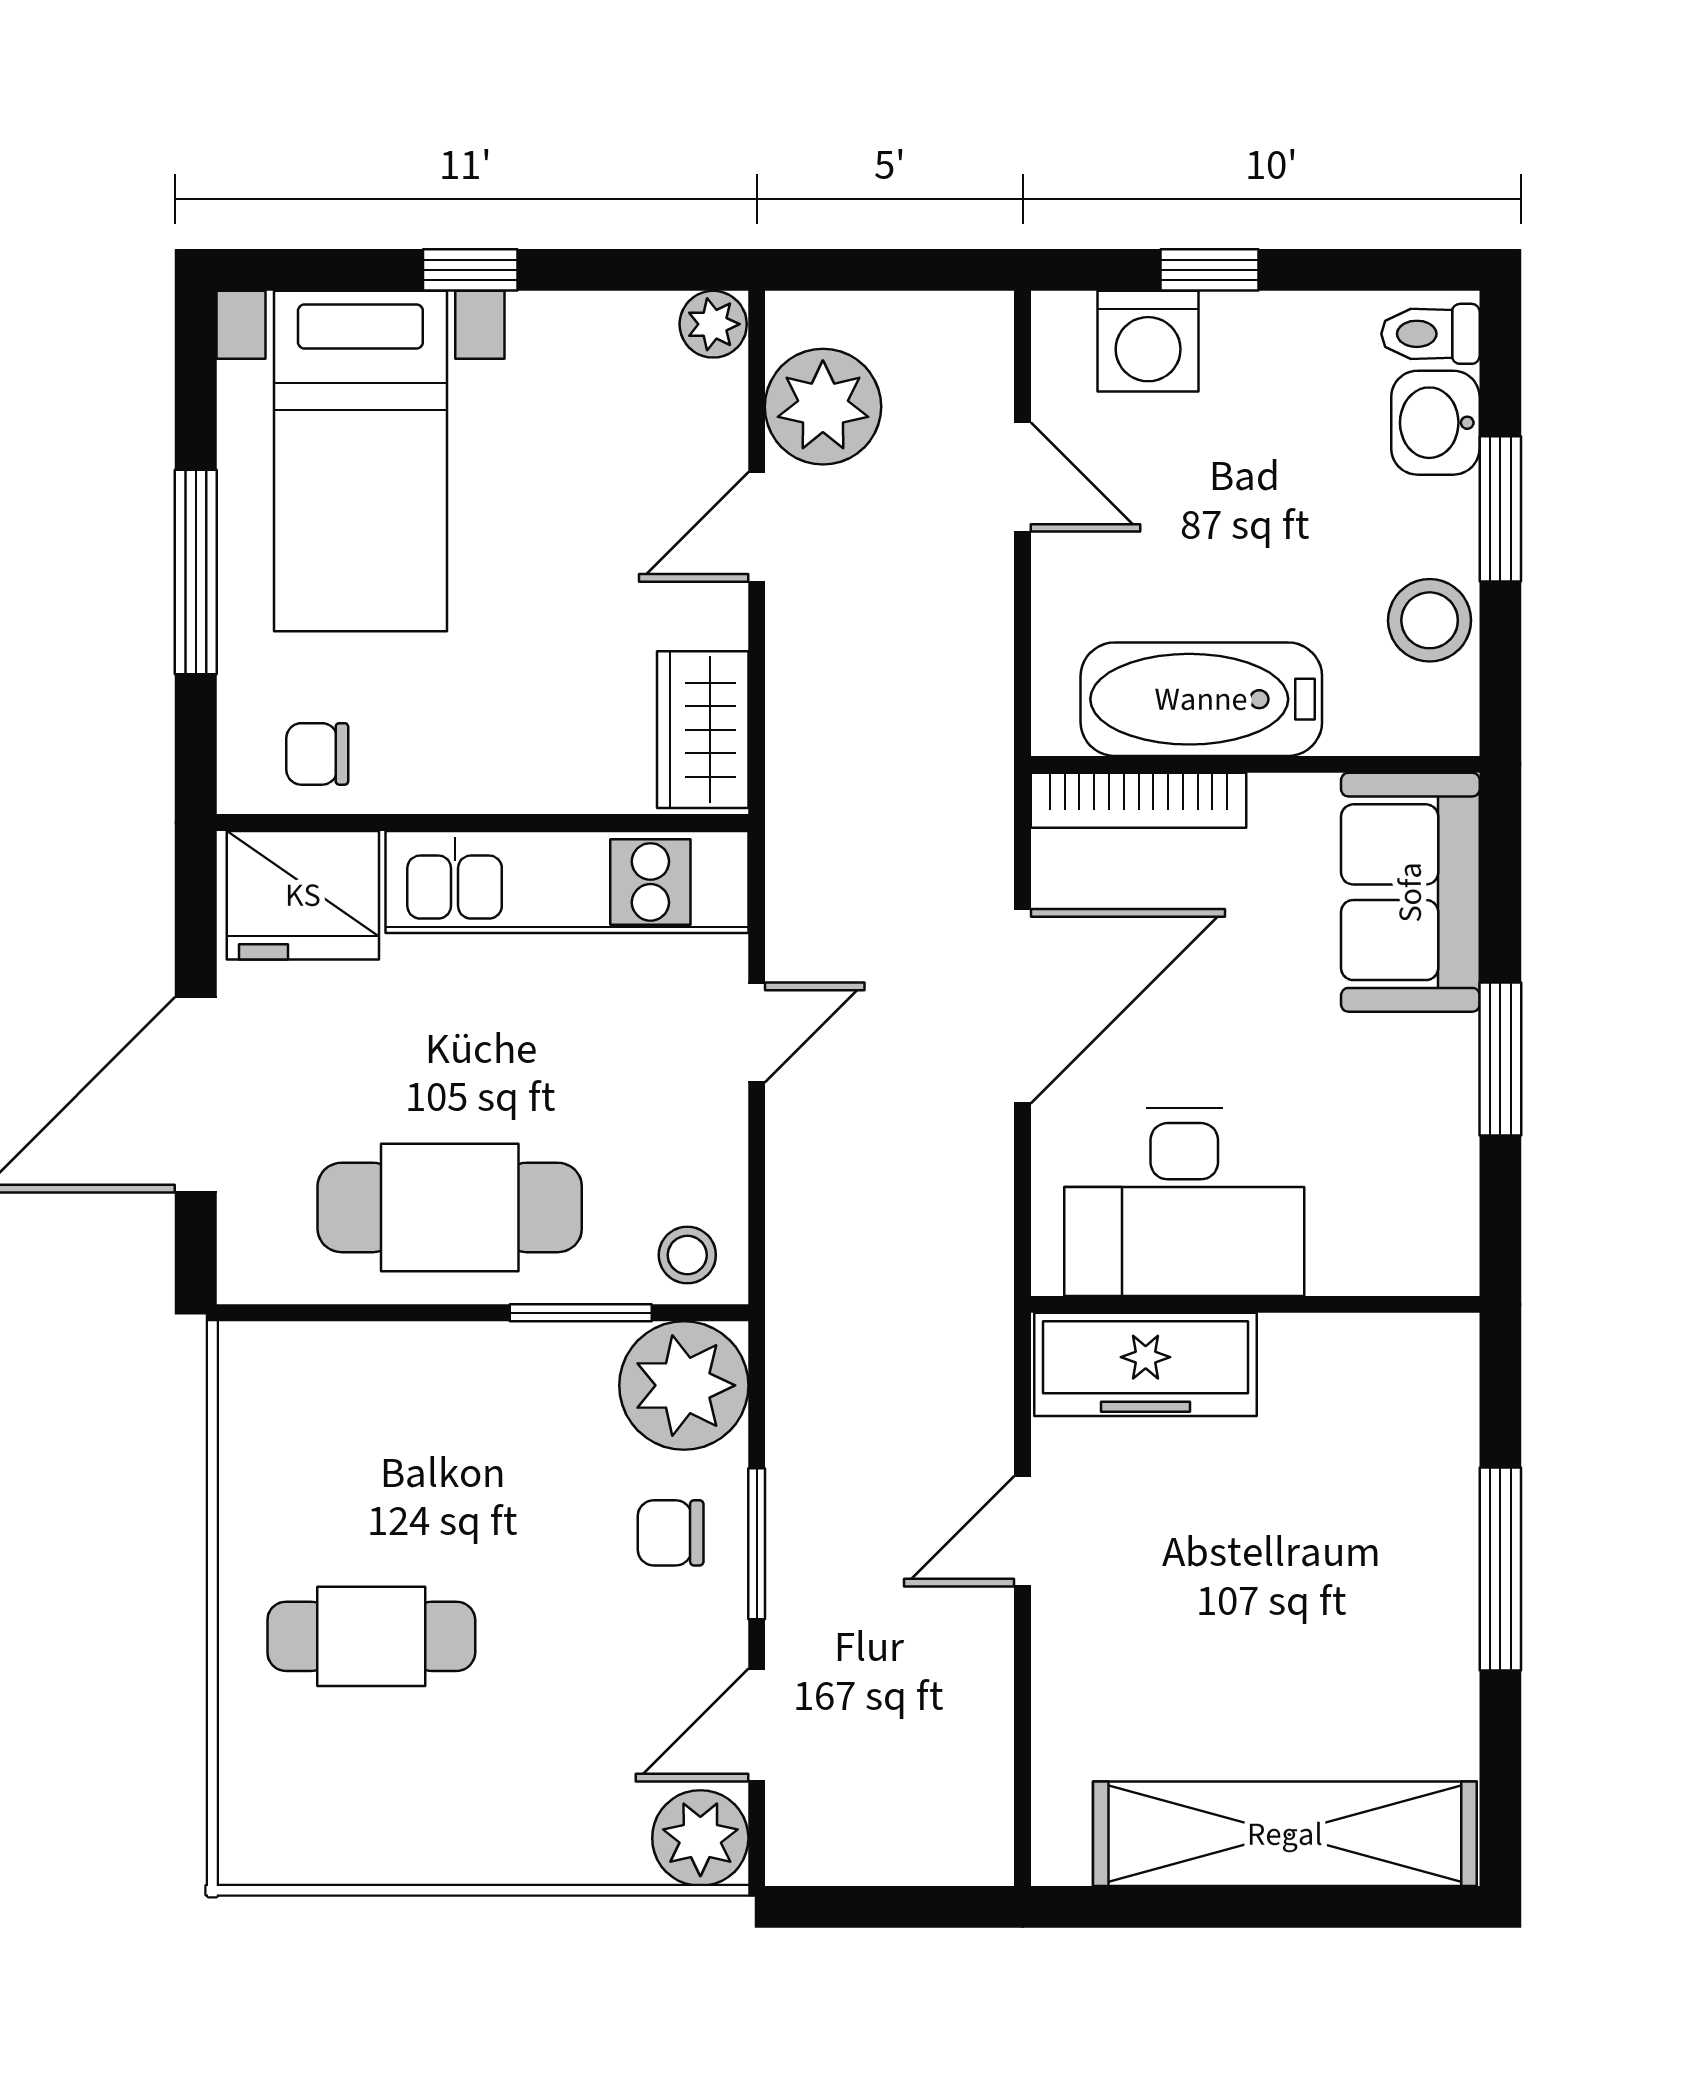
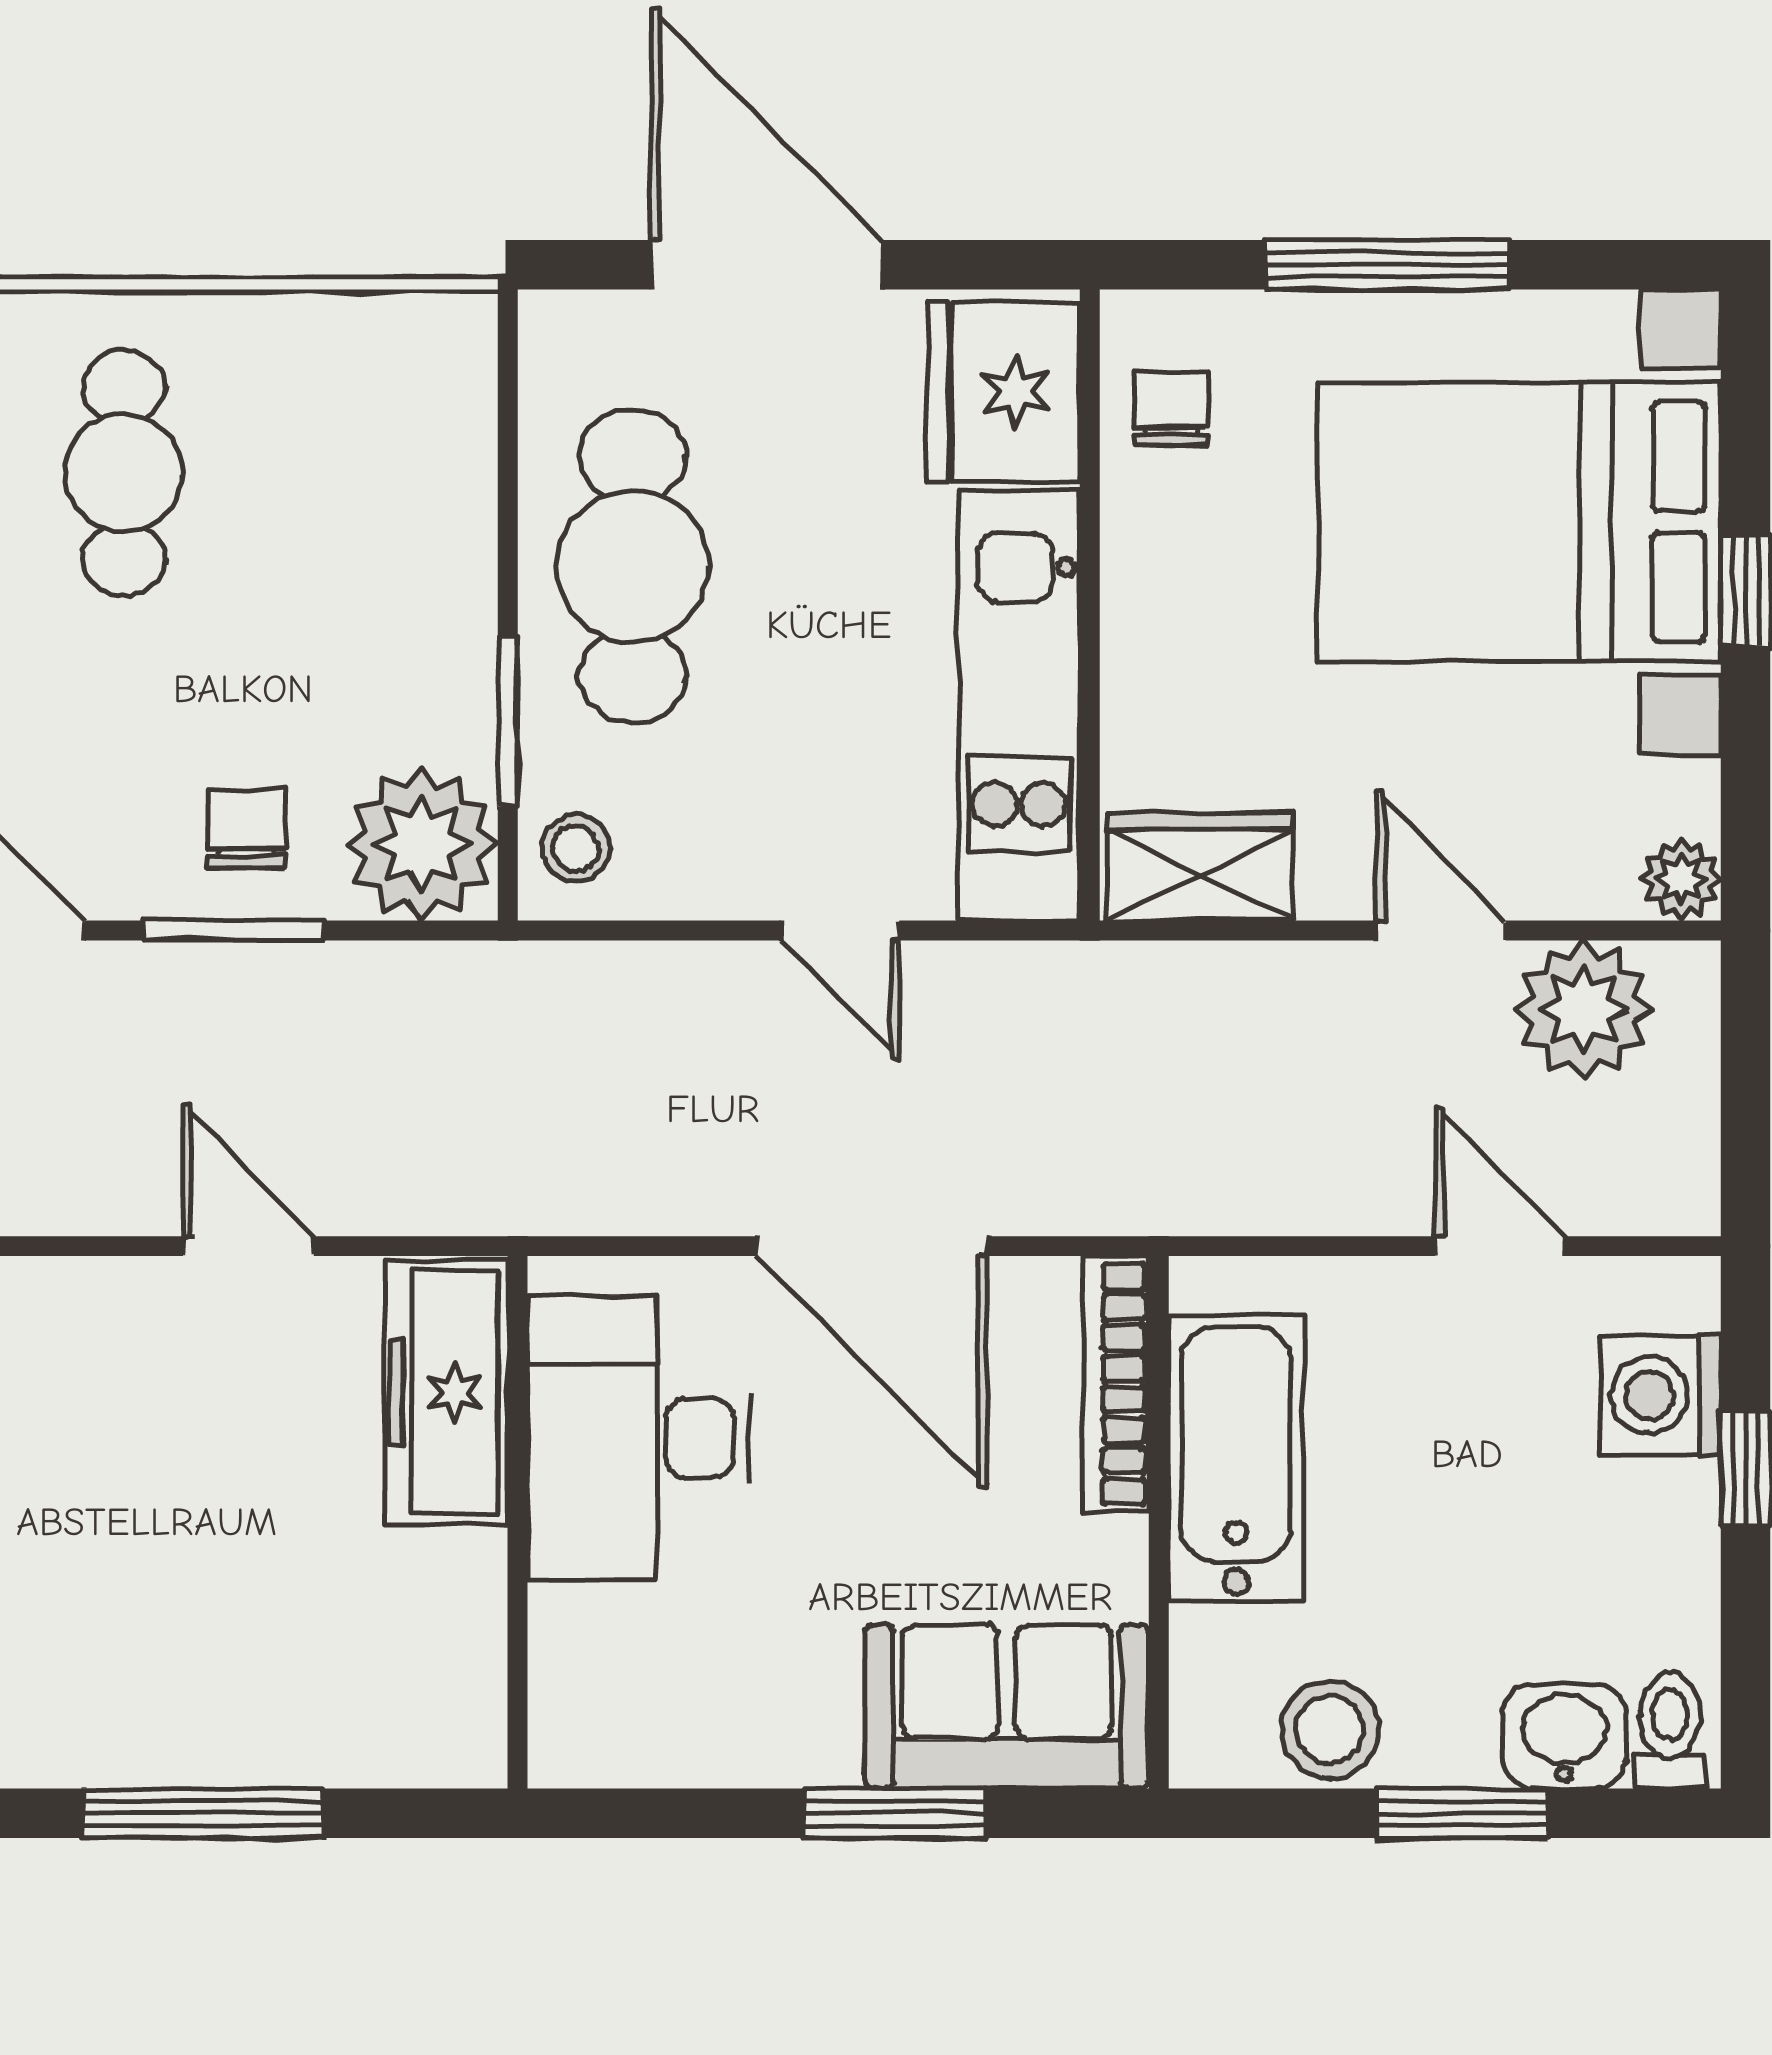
bed with nightstands: (360, 461) -> (1519, 522), width x1.36
door: (1023, 477) -> (1500, 1246), swing flipped
window: (1500, 1059) -> (895, 1813), moved

